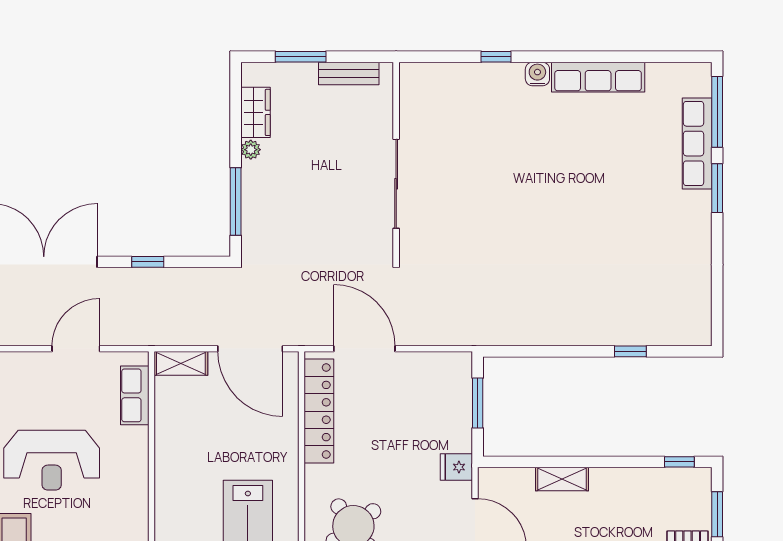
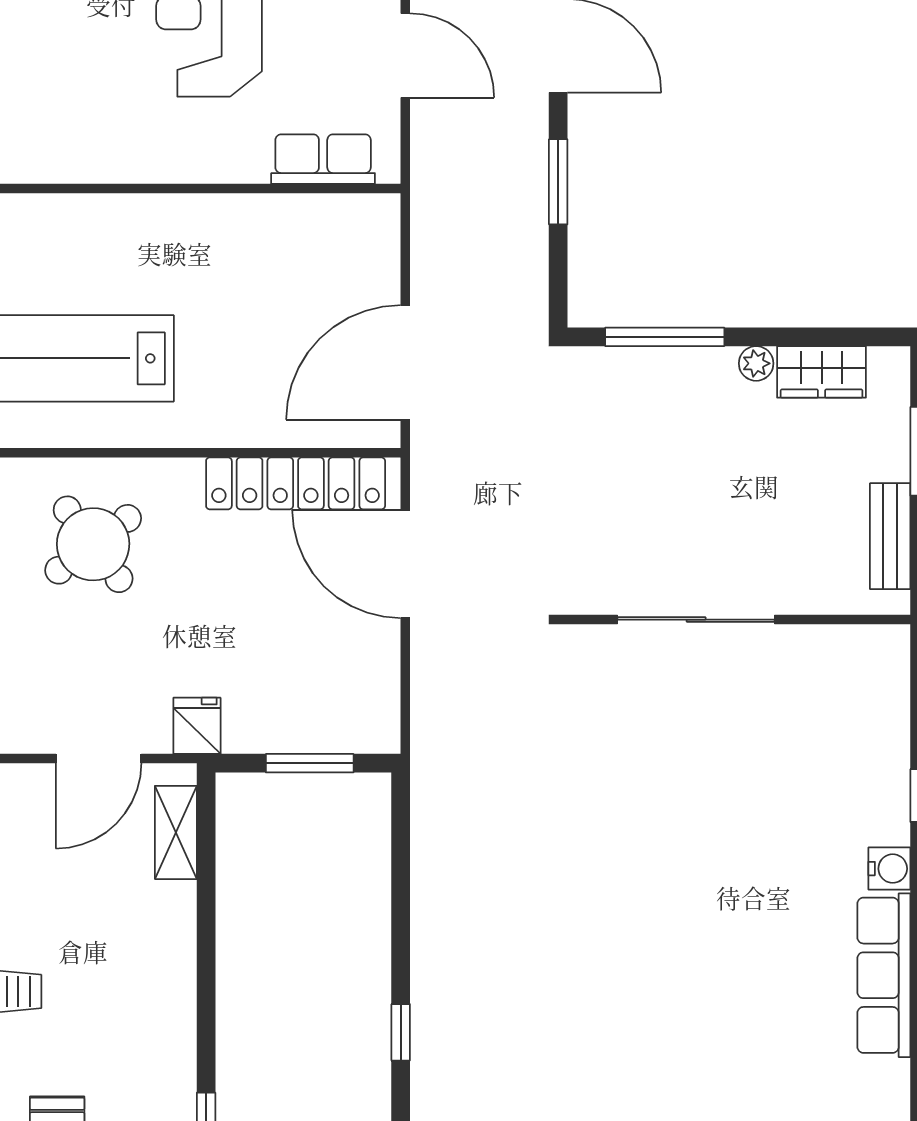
window: (148, 262) -> (558, 182), width x1.50
door: (364, 349) -> (405, 564), swing flipped
shelving: (181, 363) -> (379, 240), removed
shelving: (562, 479) -> (176, 832), moved

